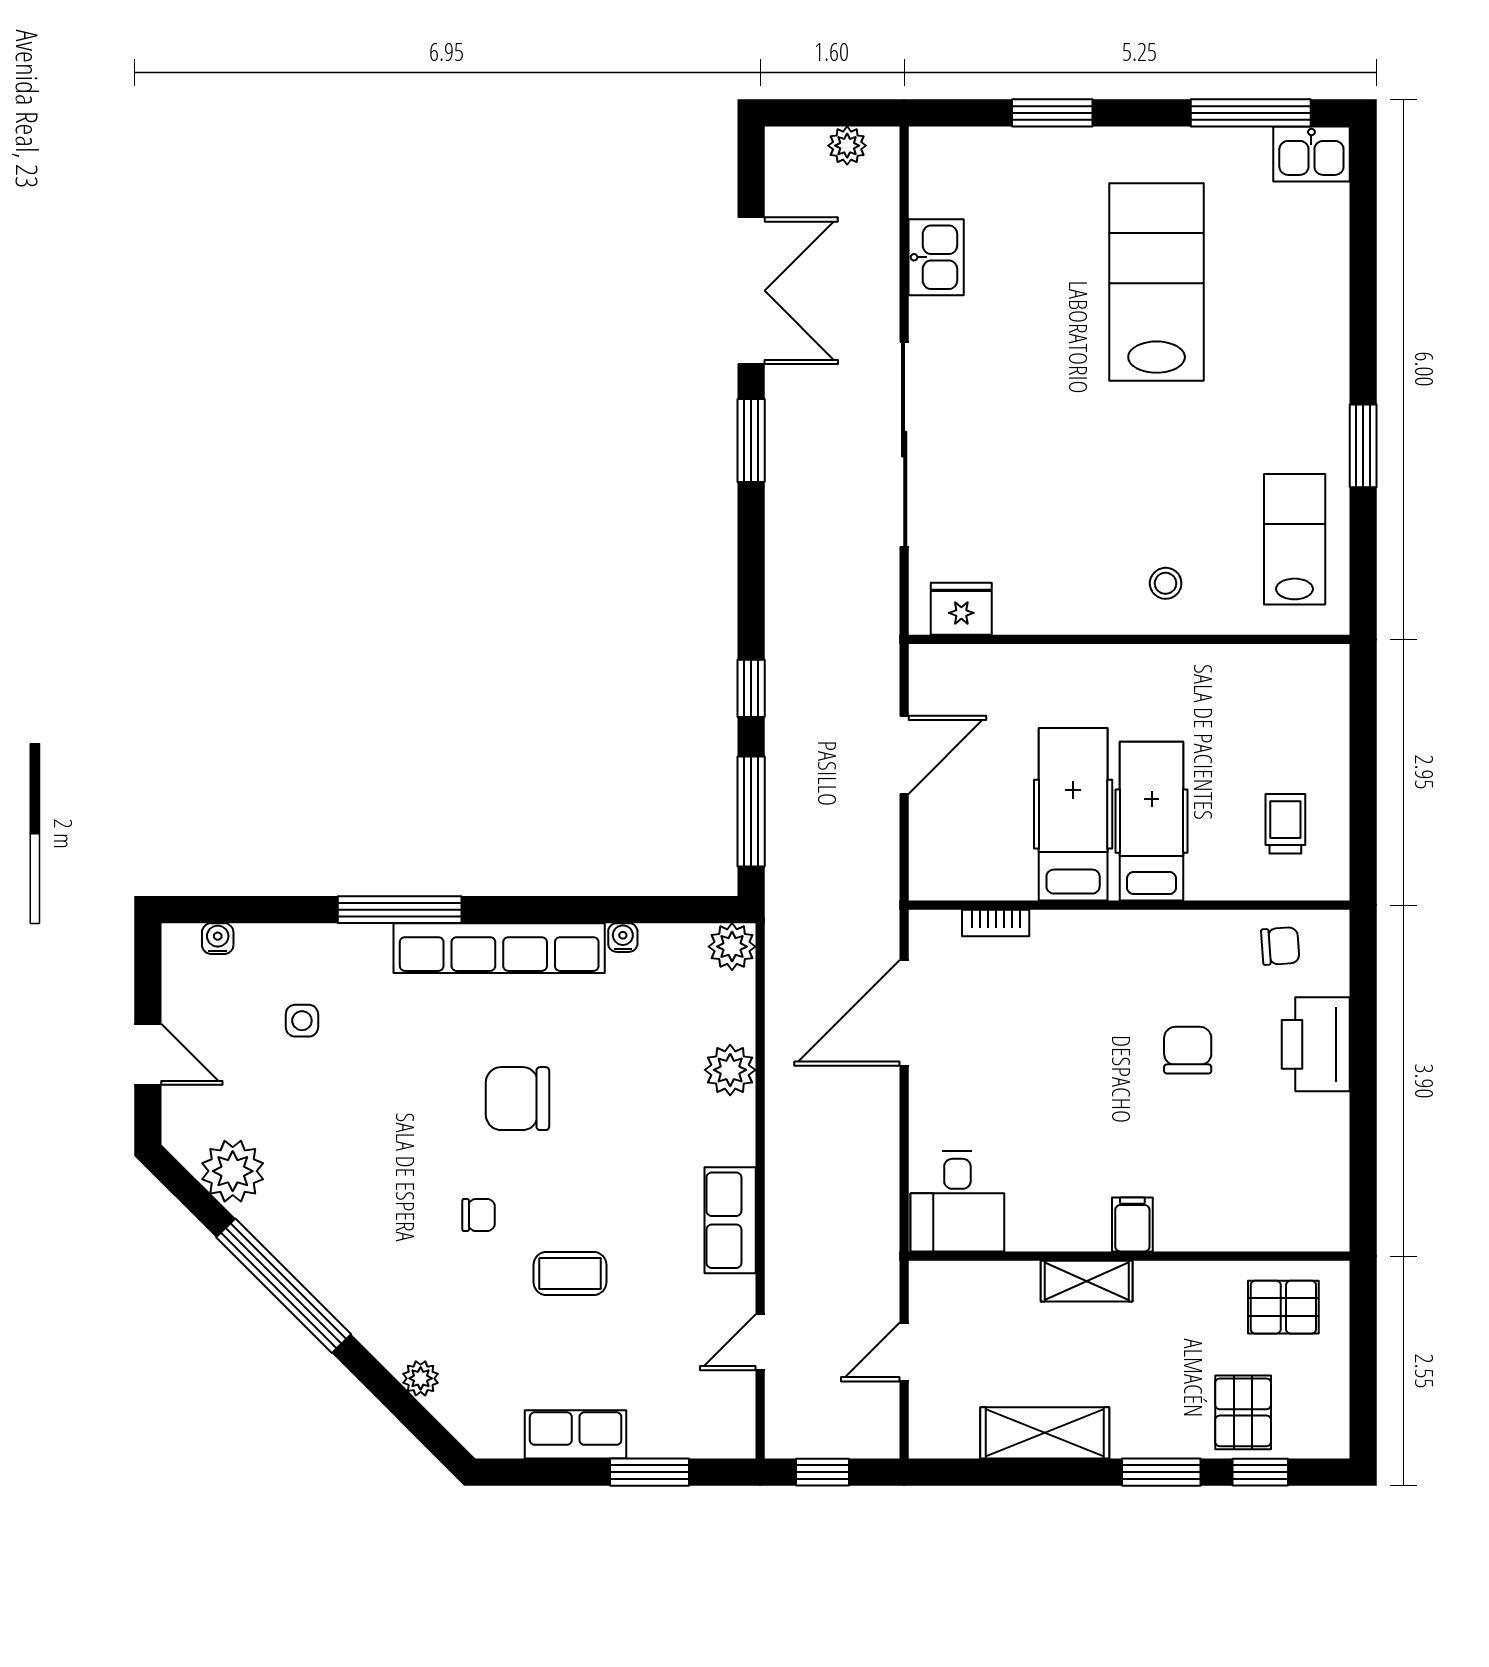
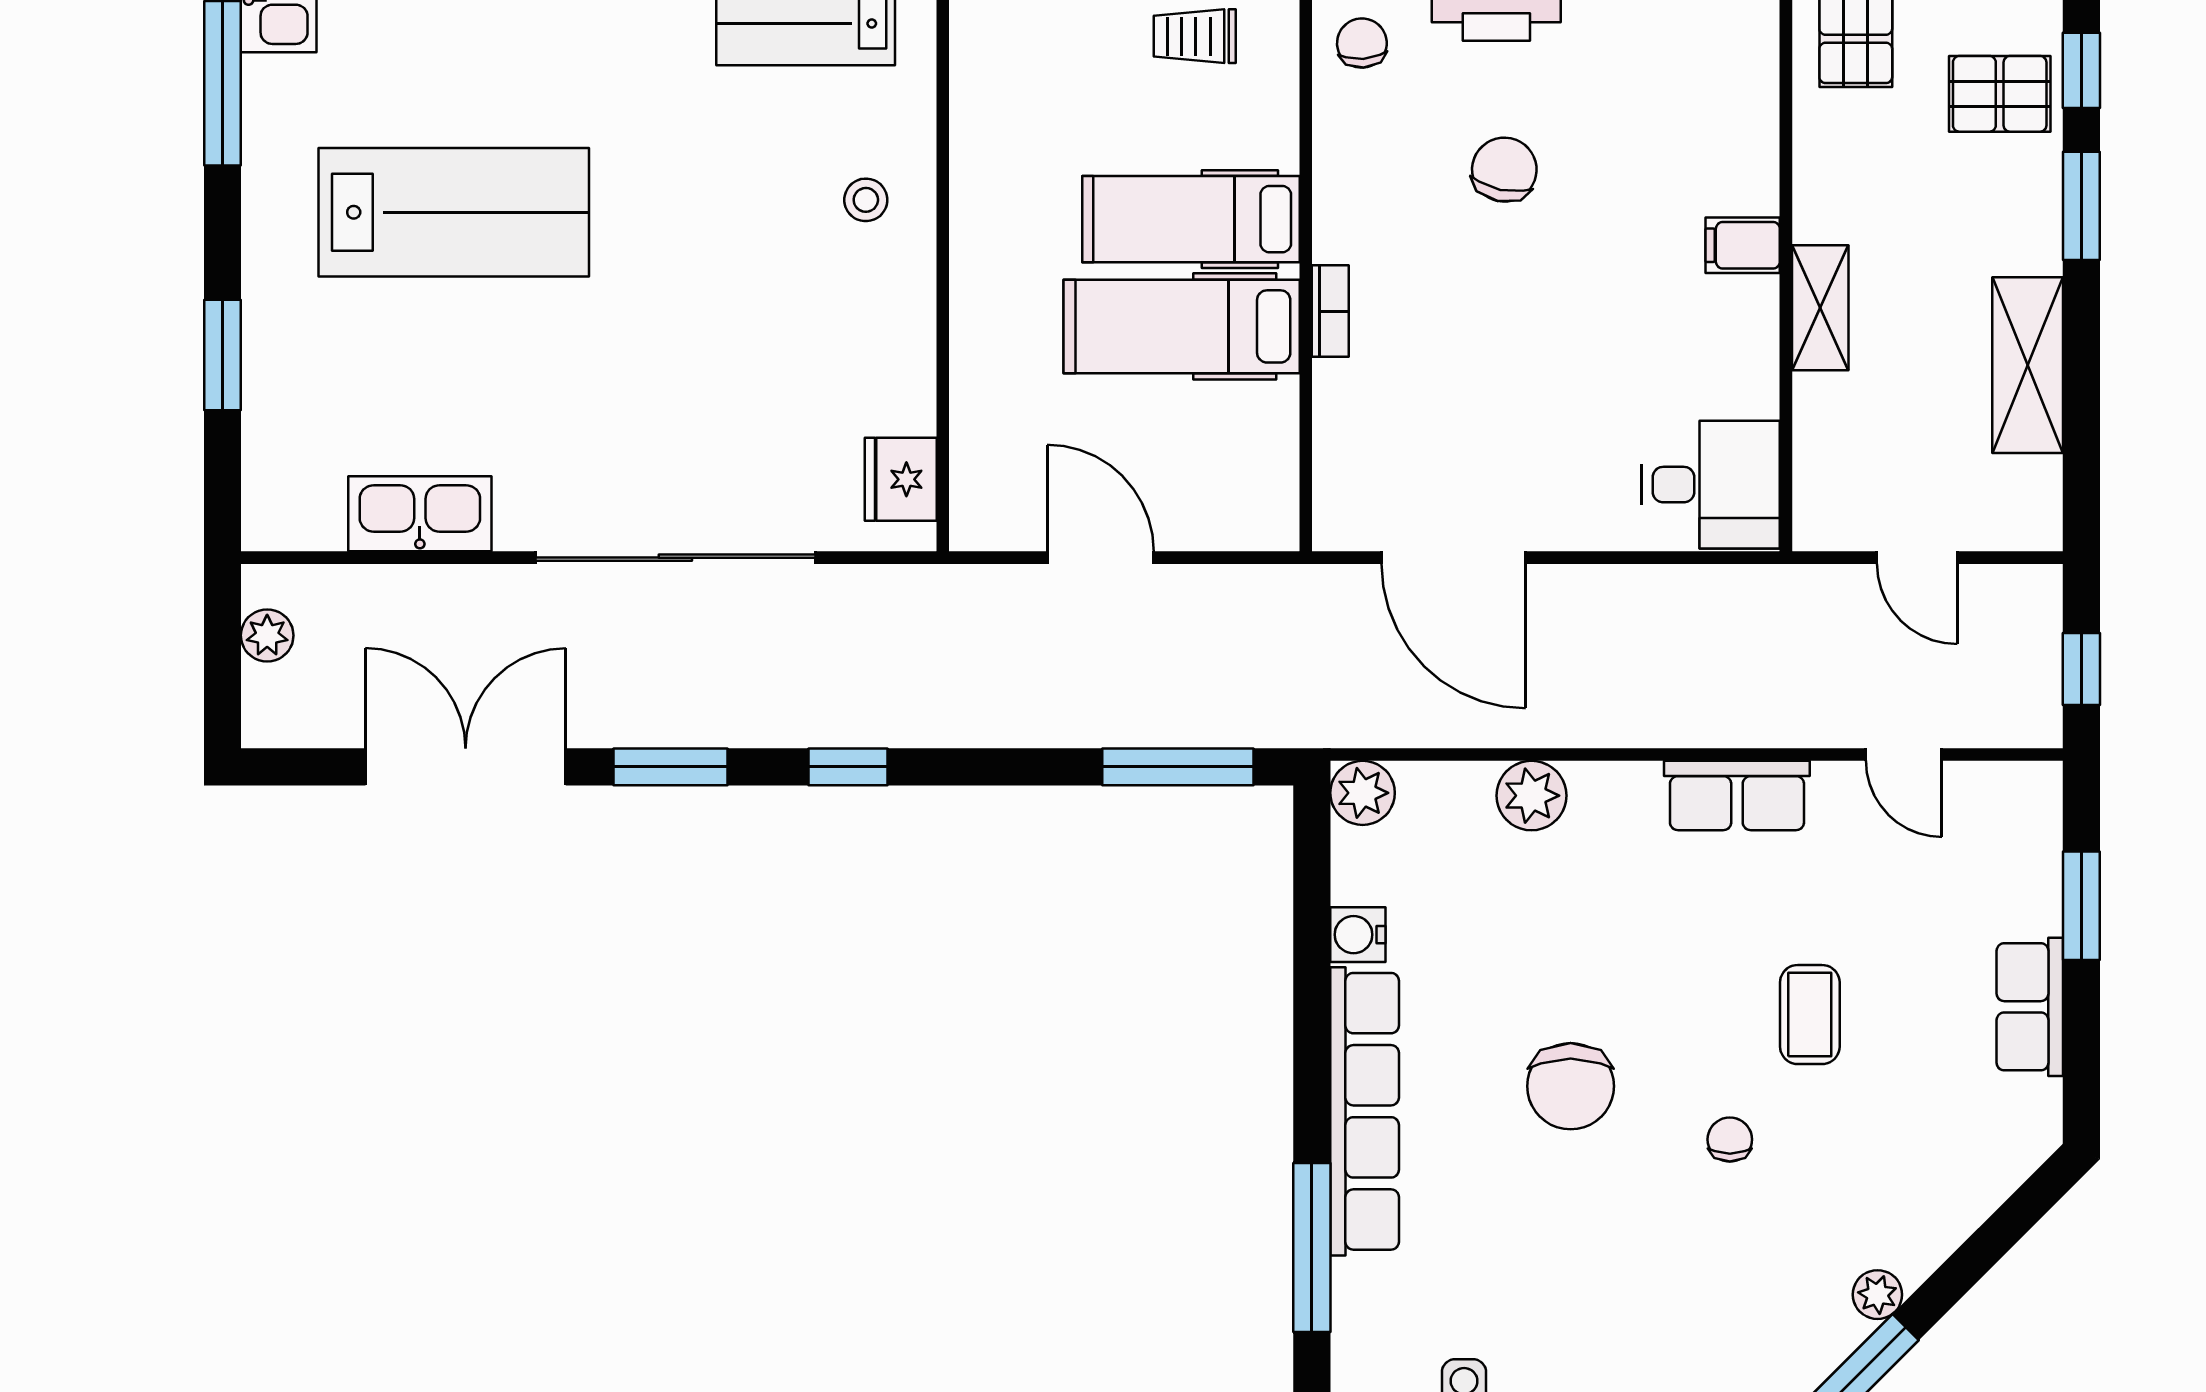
kitchen sink: (936, 257) -> (420, 514), width x1.38
lab bench: (1157, 282) -> (454, 212), turned 180
window: (751, 688) -> (848, 767), moved
bookcase: (996, 923) -> (1330, 311), moved
water cooler: (623, 938) -> (1358, 935), width x1.38, depth x1.38
chair: (1188, 1050) -> (1504, 170), turned 102
plant: (421, 1378) -> (1877, 1295), moved

